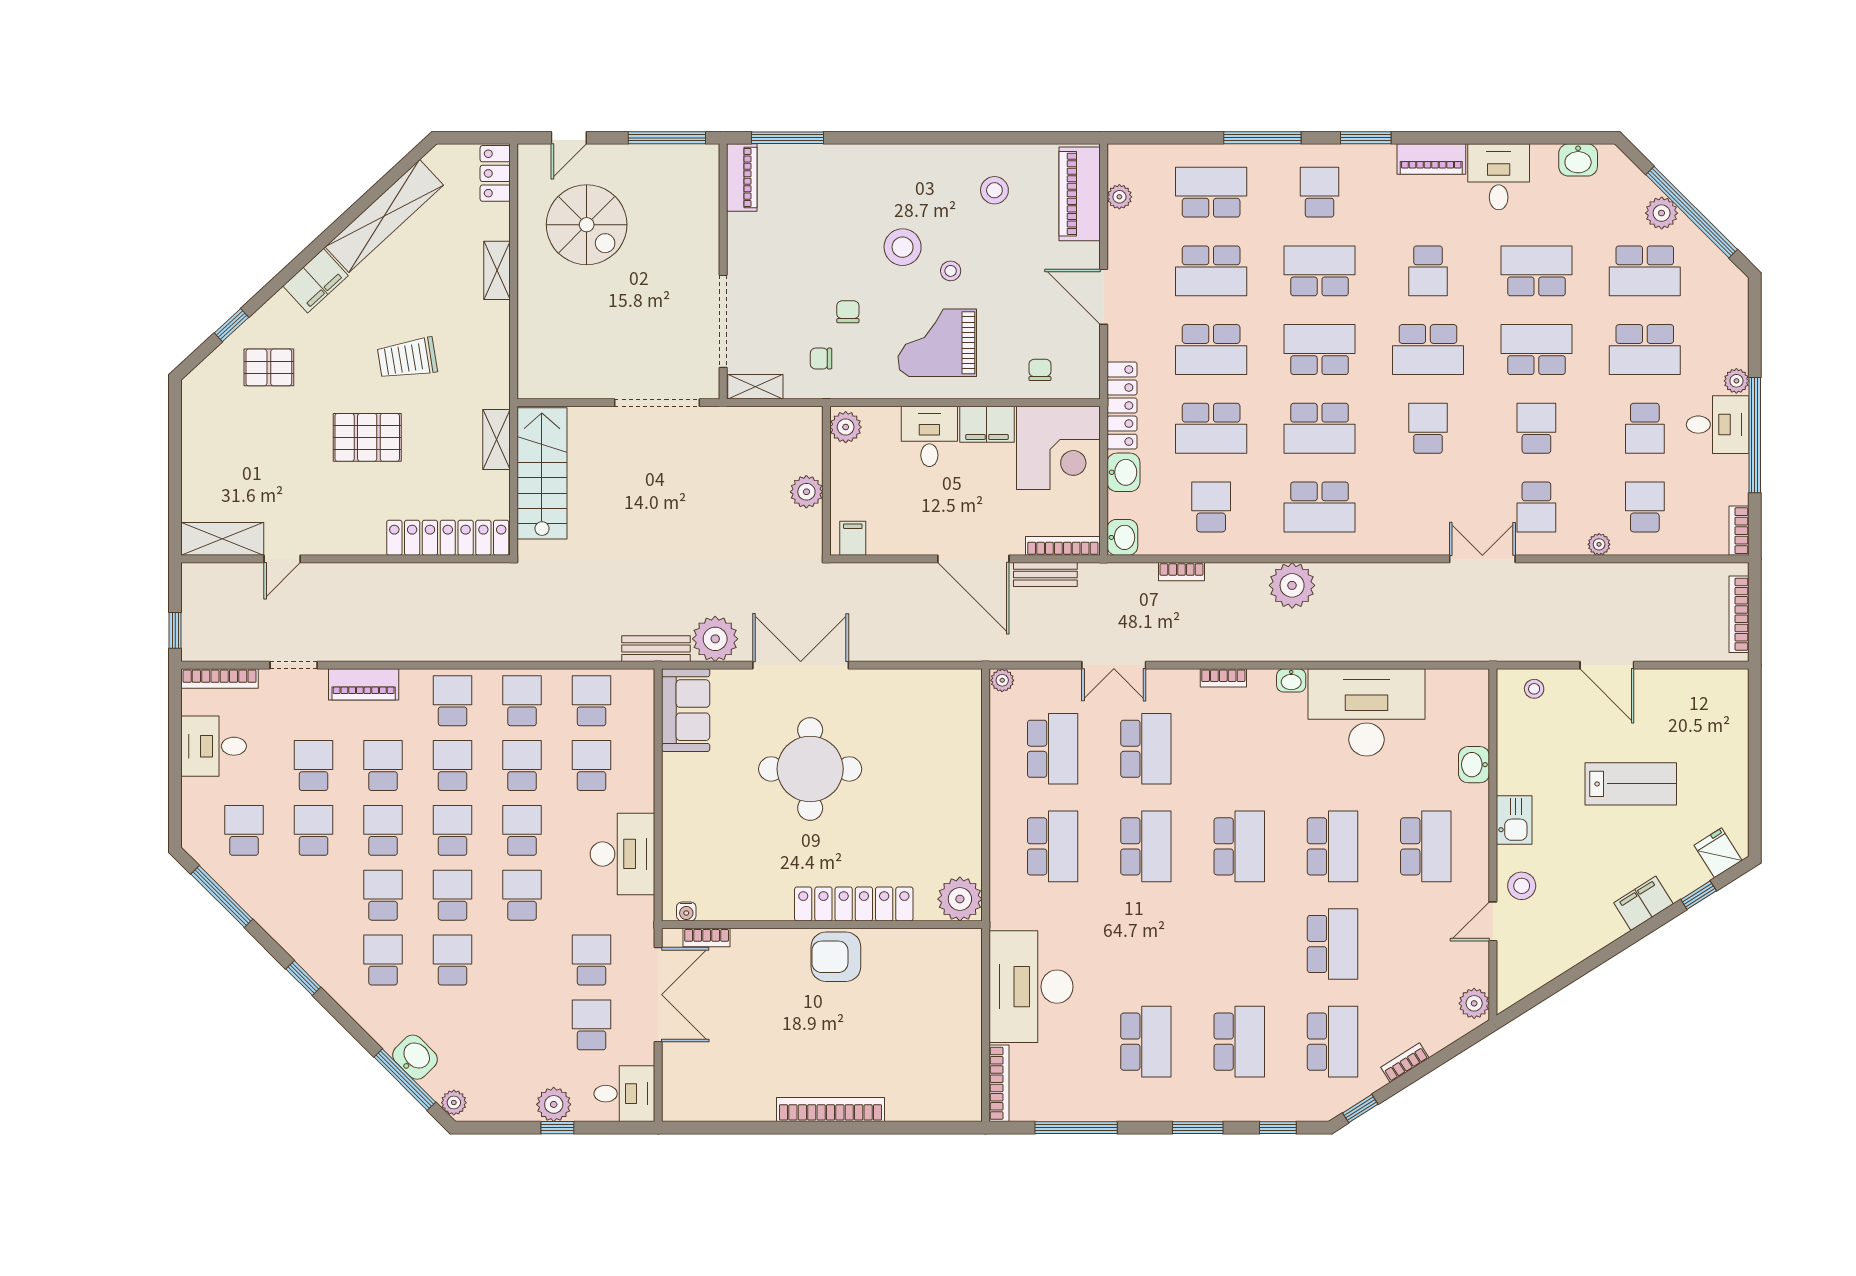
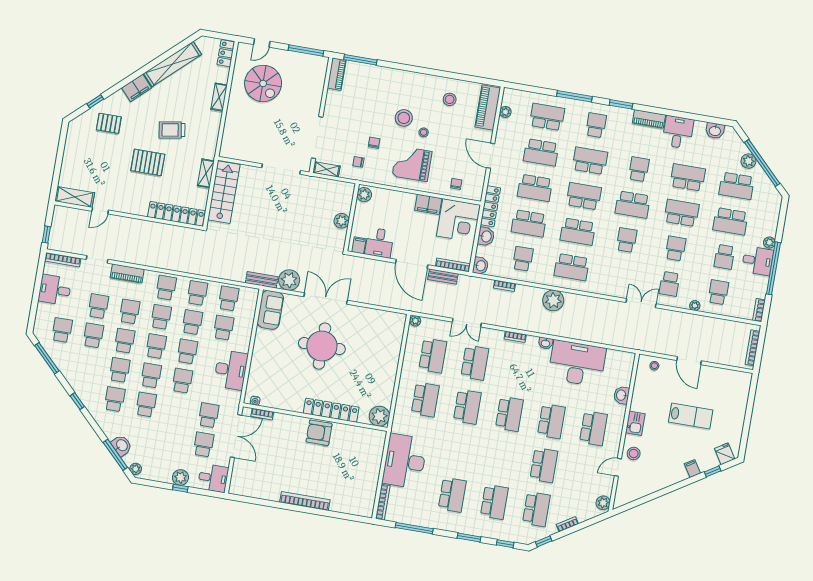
school desk: (1428, 271) -> (639, 169), turned 180
desk: (929, 436) -> (379, 243), moved, turned 180
filing cabinet: (1643, 903) -> (692, 469), width x0.50

